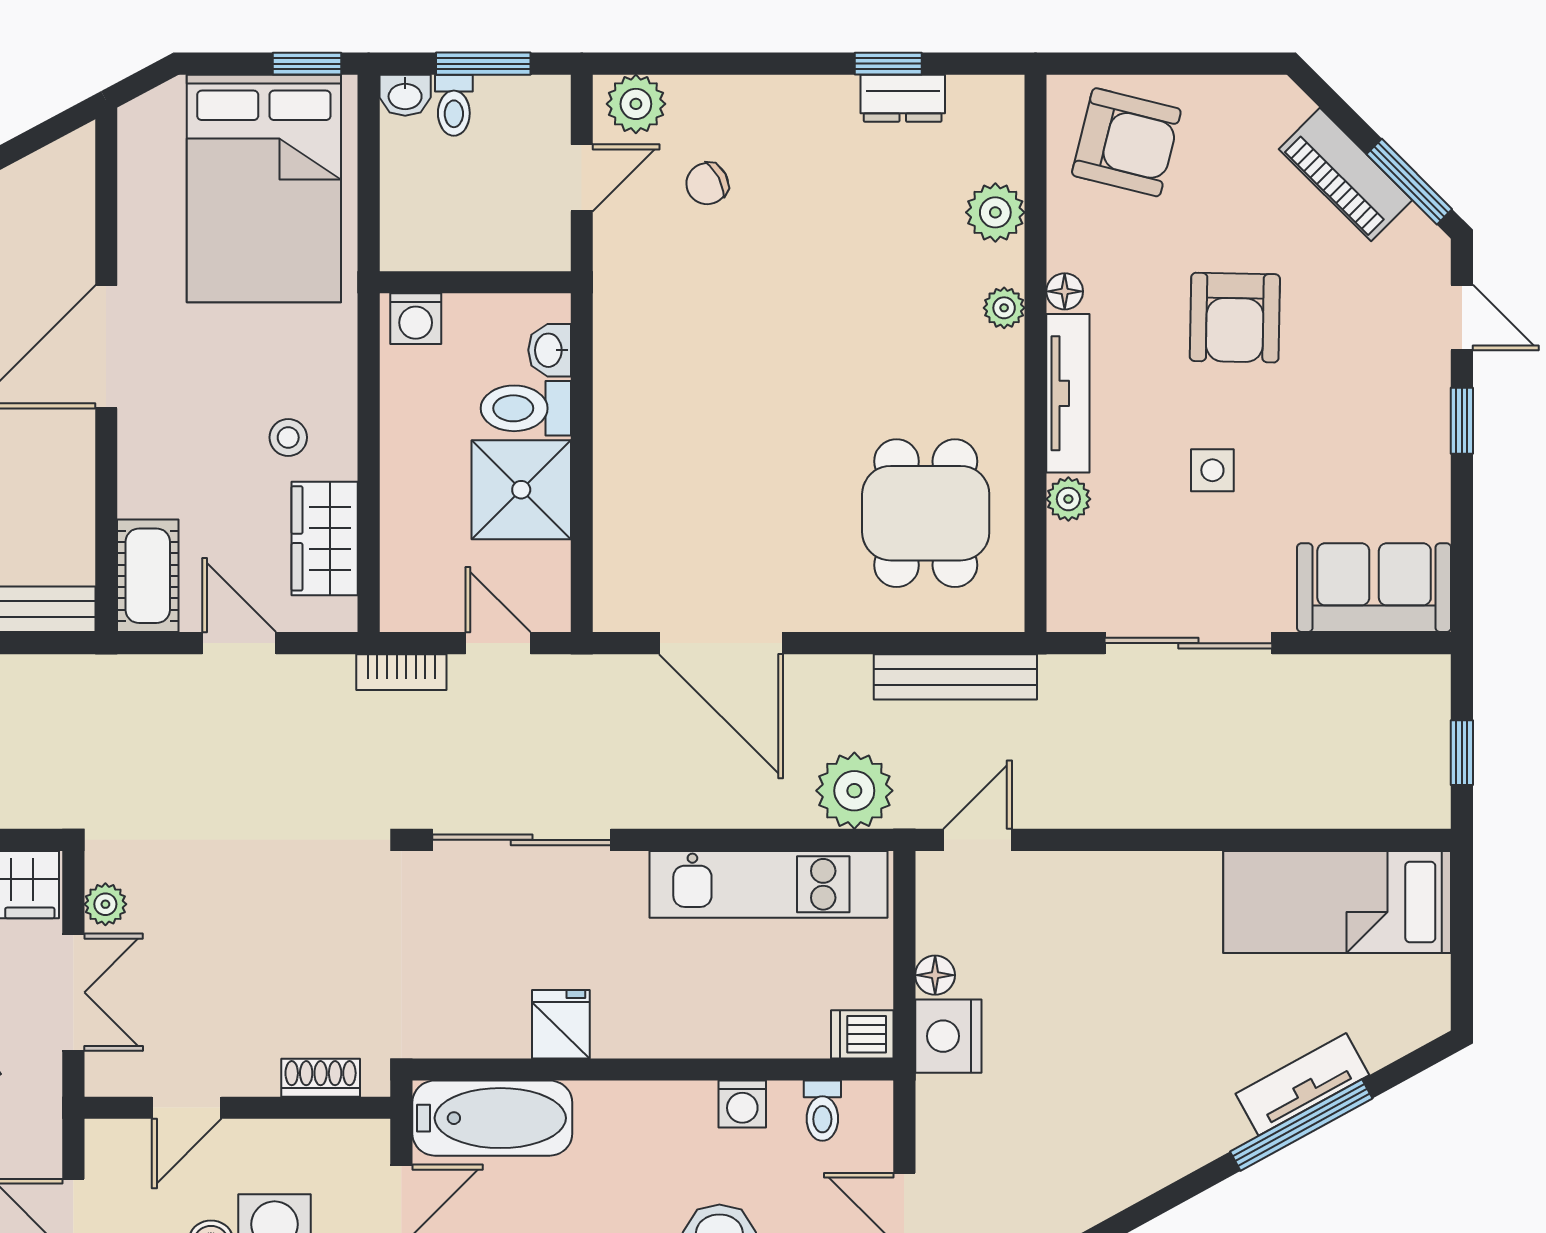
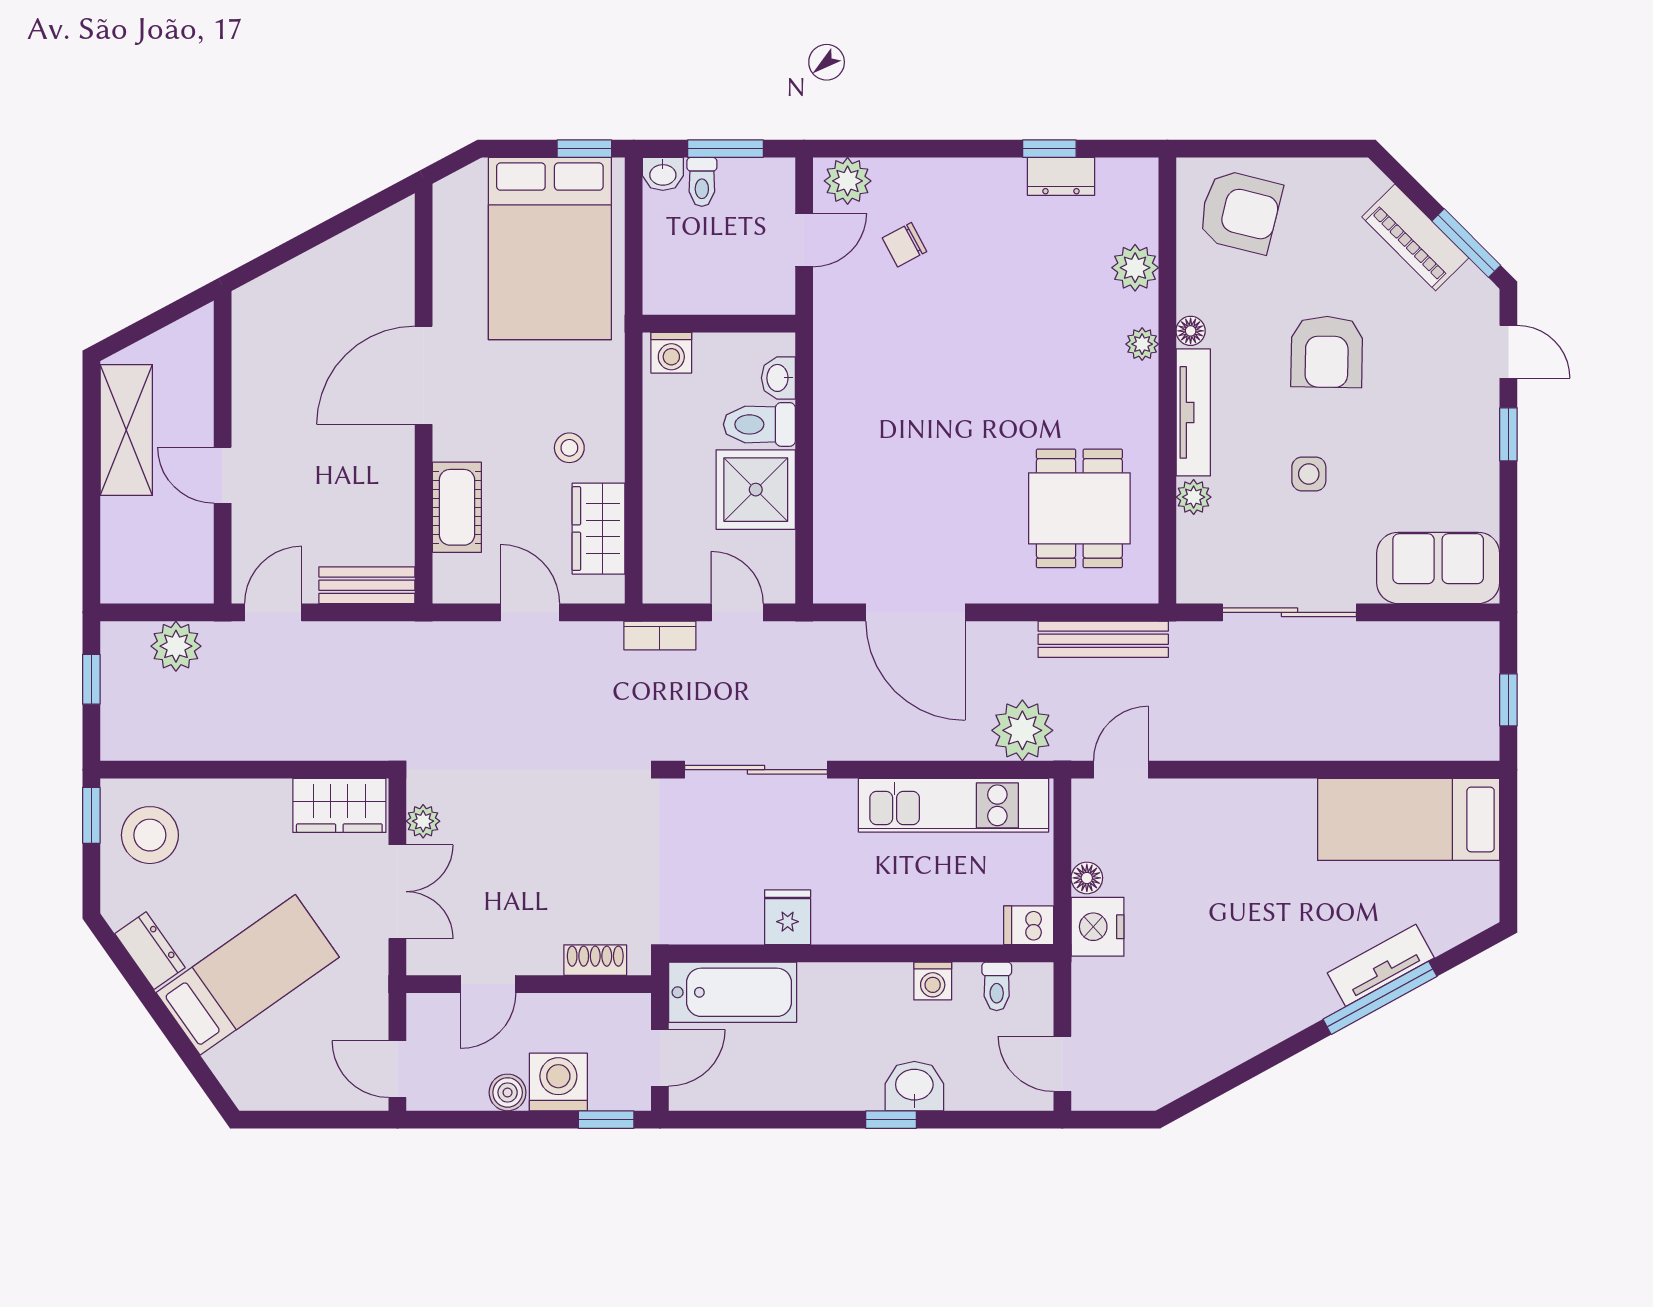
cot: (148, 576) -> (457, 507), moved

